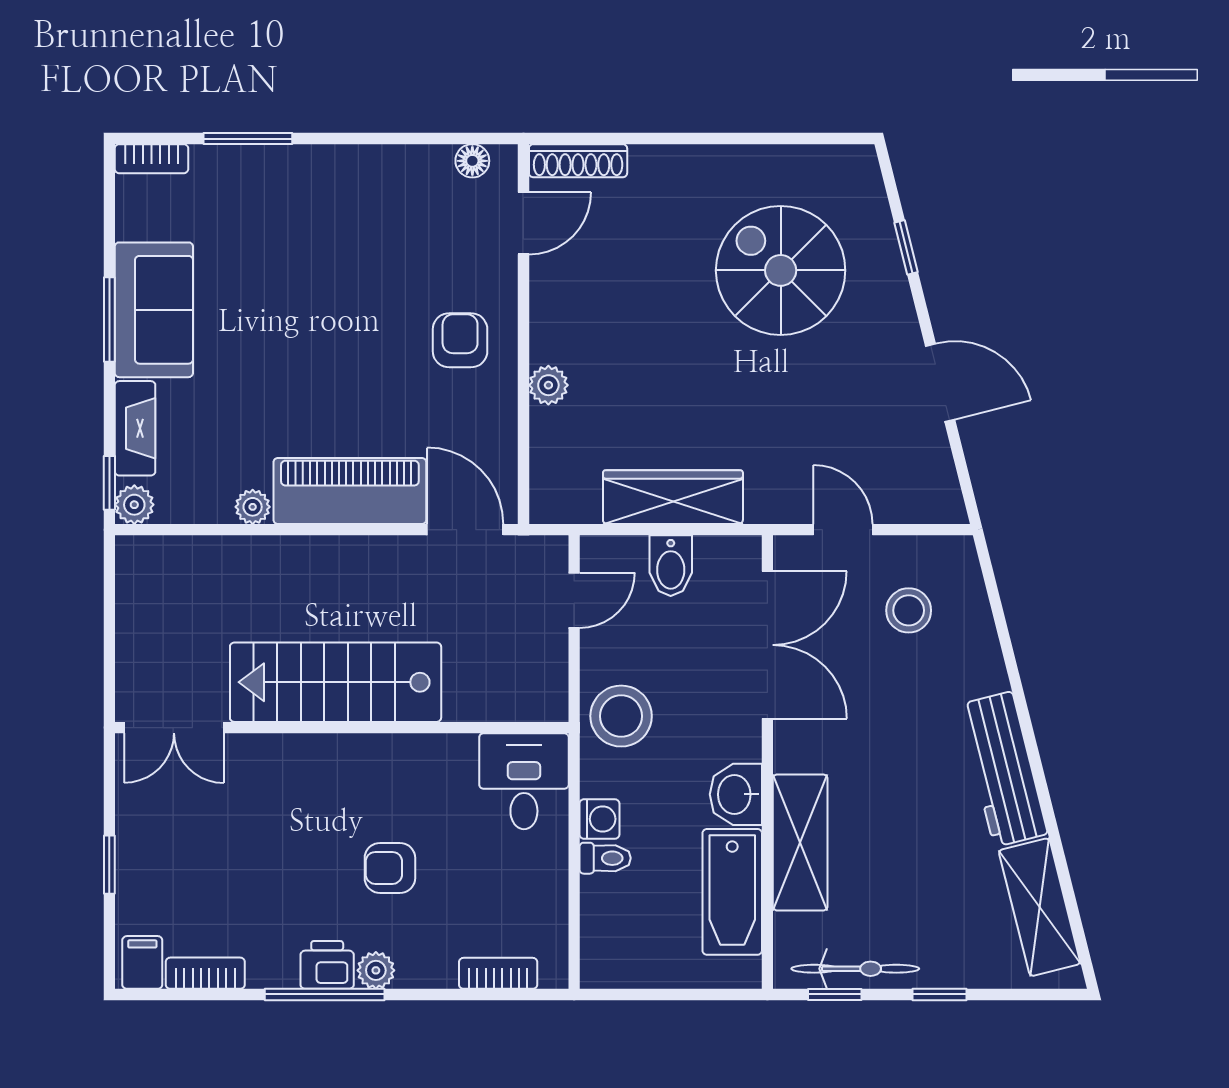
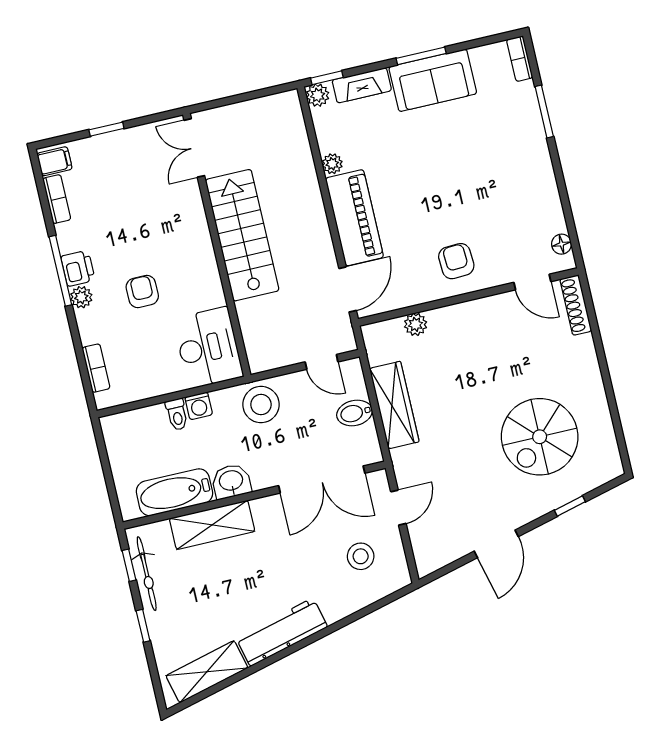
spiral stairs: (781, 270) -> (540, 437), turned 180
armchair: (460, 340) -> (456, 261), turned -93
plant: (548, 385) -> (416, 324), moved
desk: (524, 781) -> (208, 348), width x1.37

